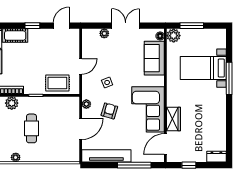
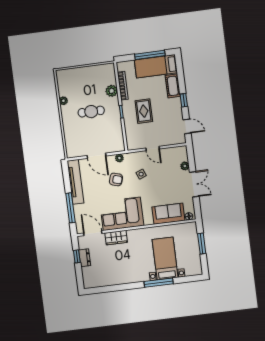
plant: (174, 36) -> (191, 228), removed
rug: (57, 83) -> (144, 111), moved
dresser: (216, 157) -> (85, 258), moved

